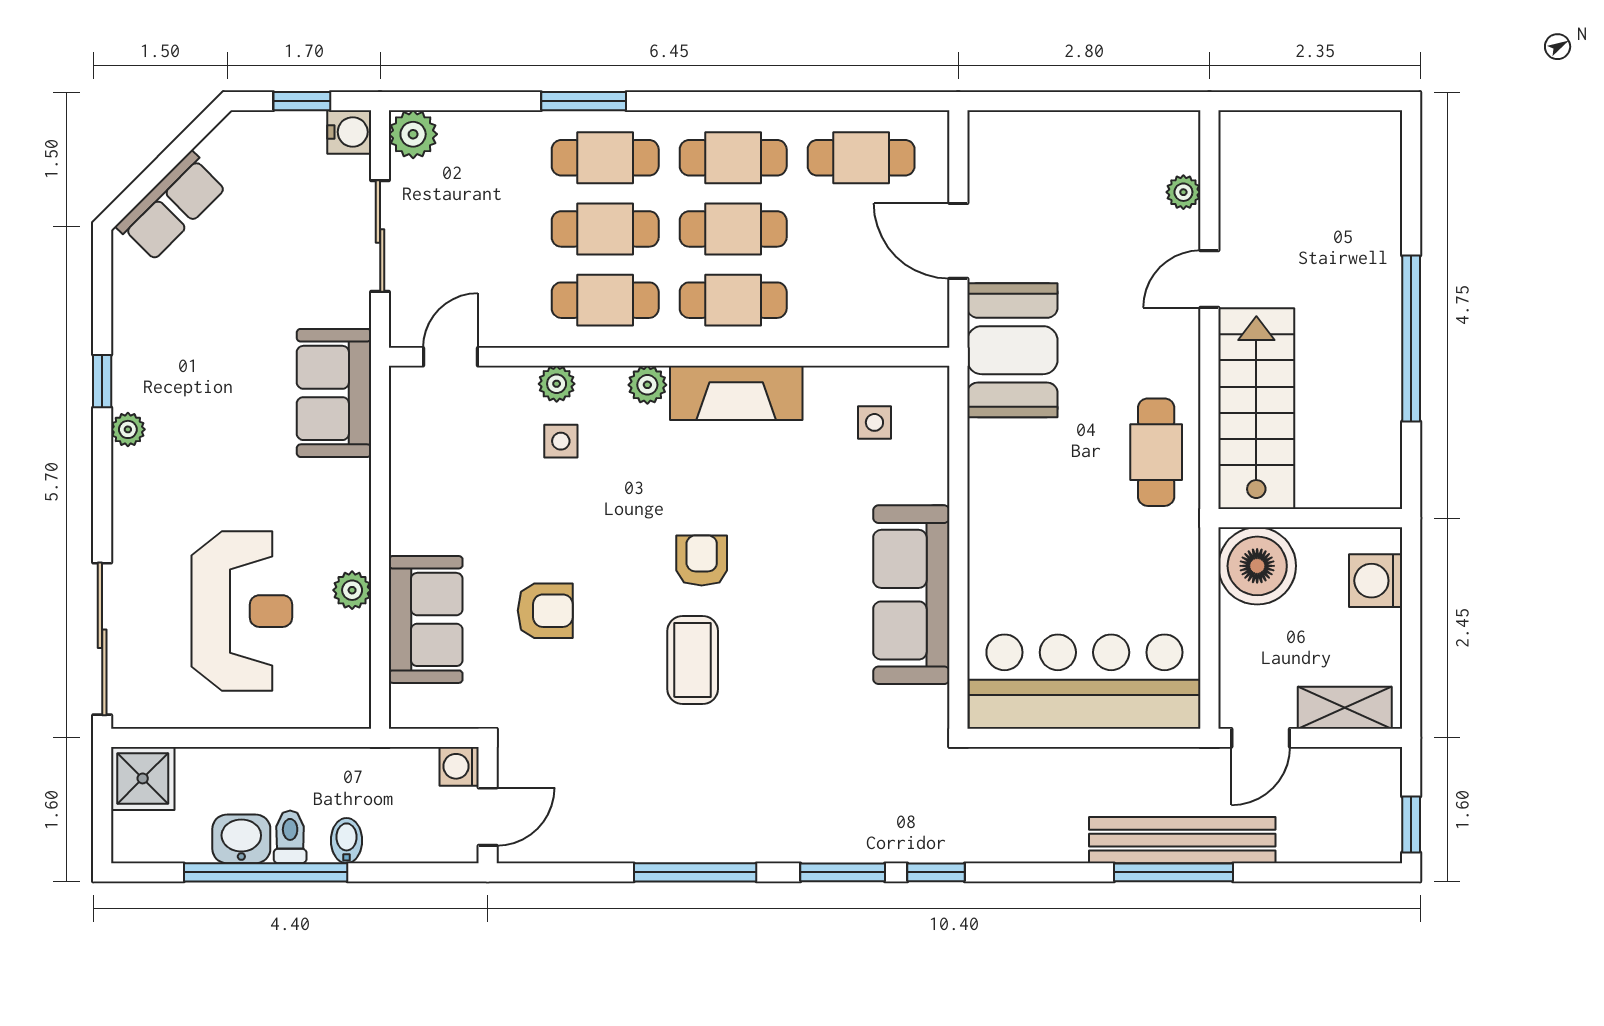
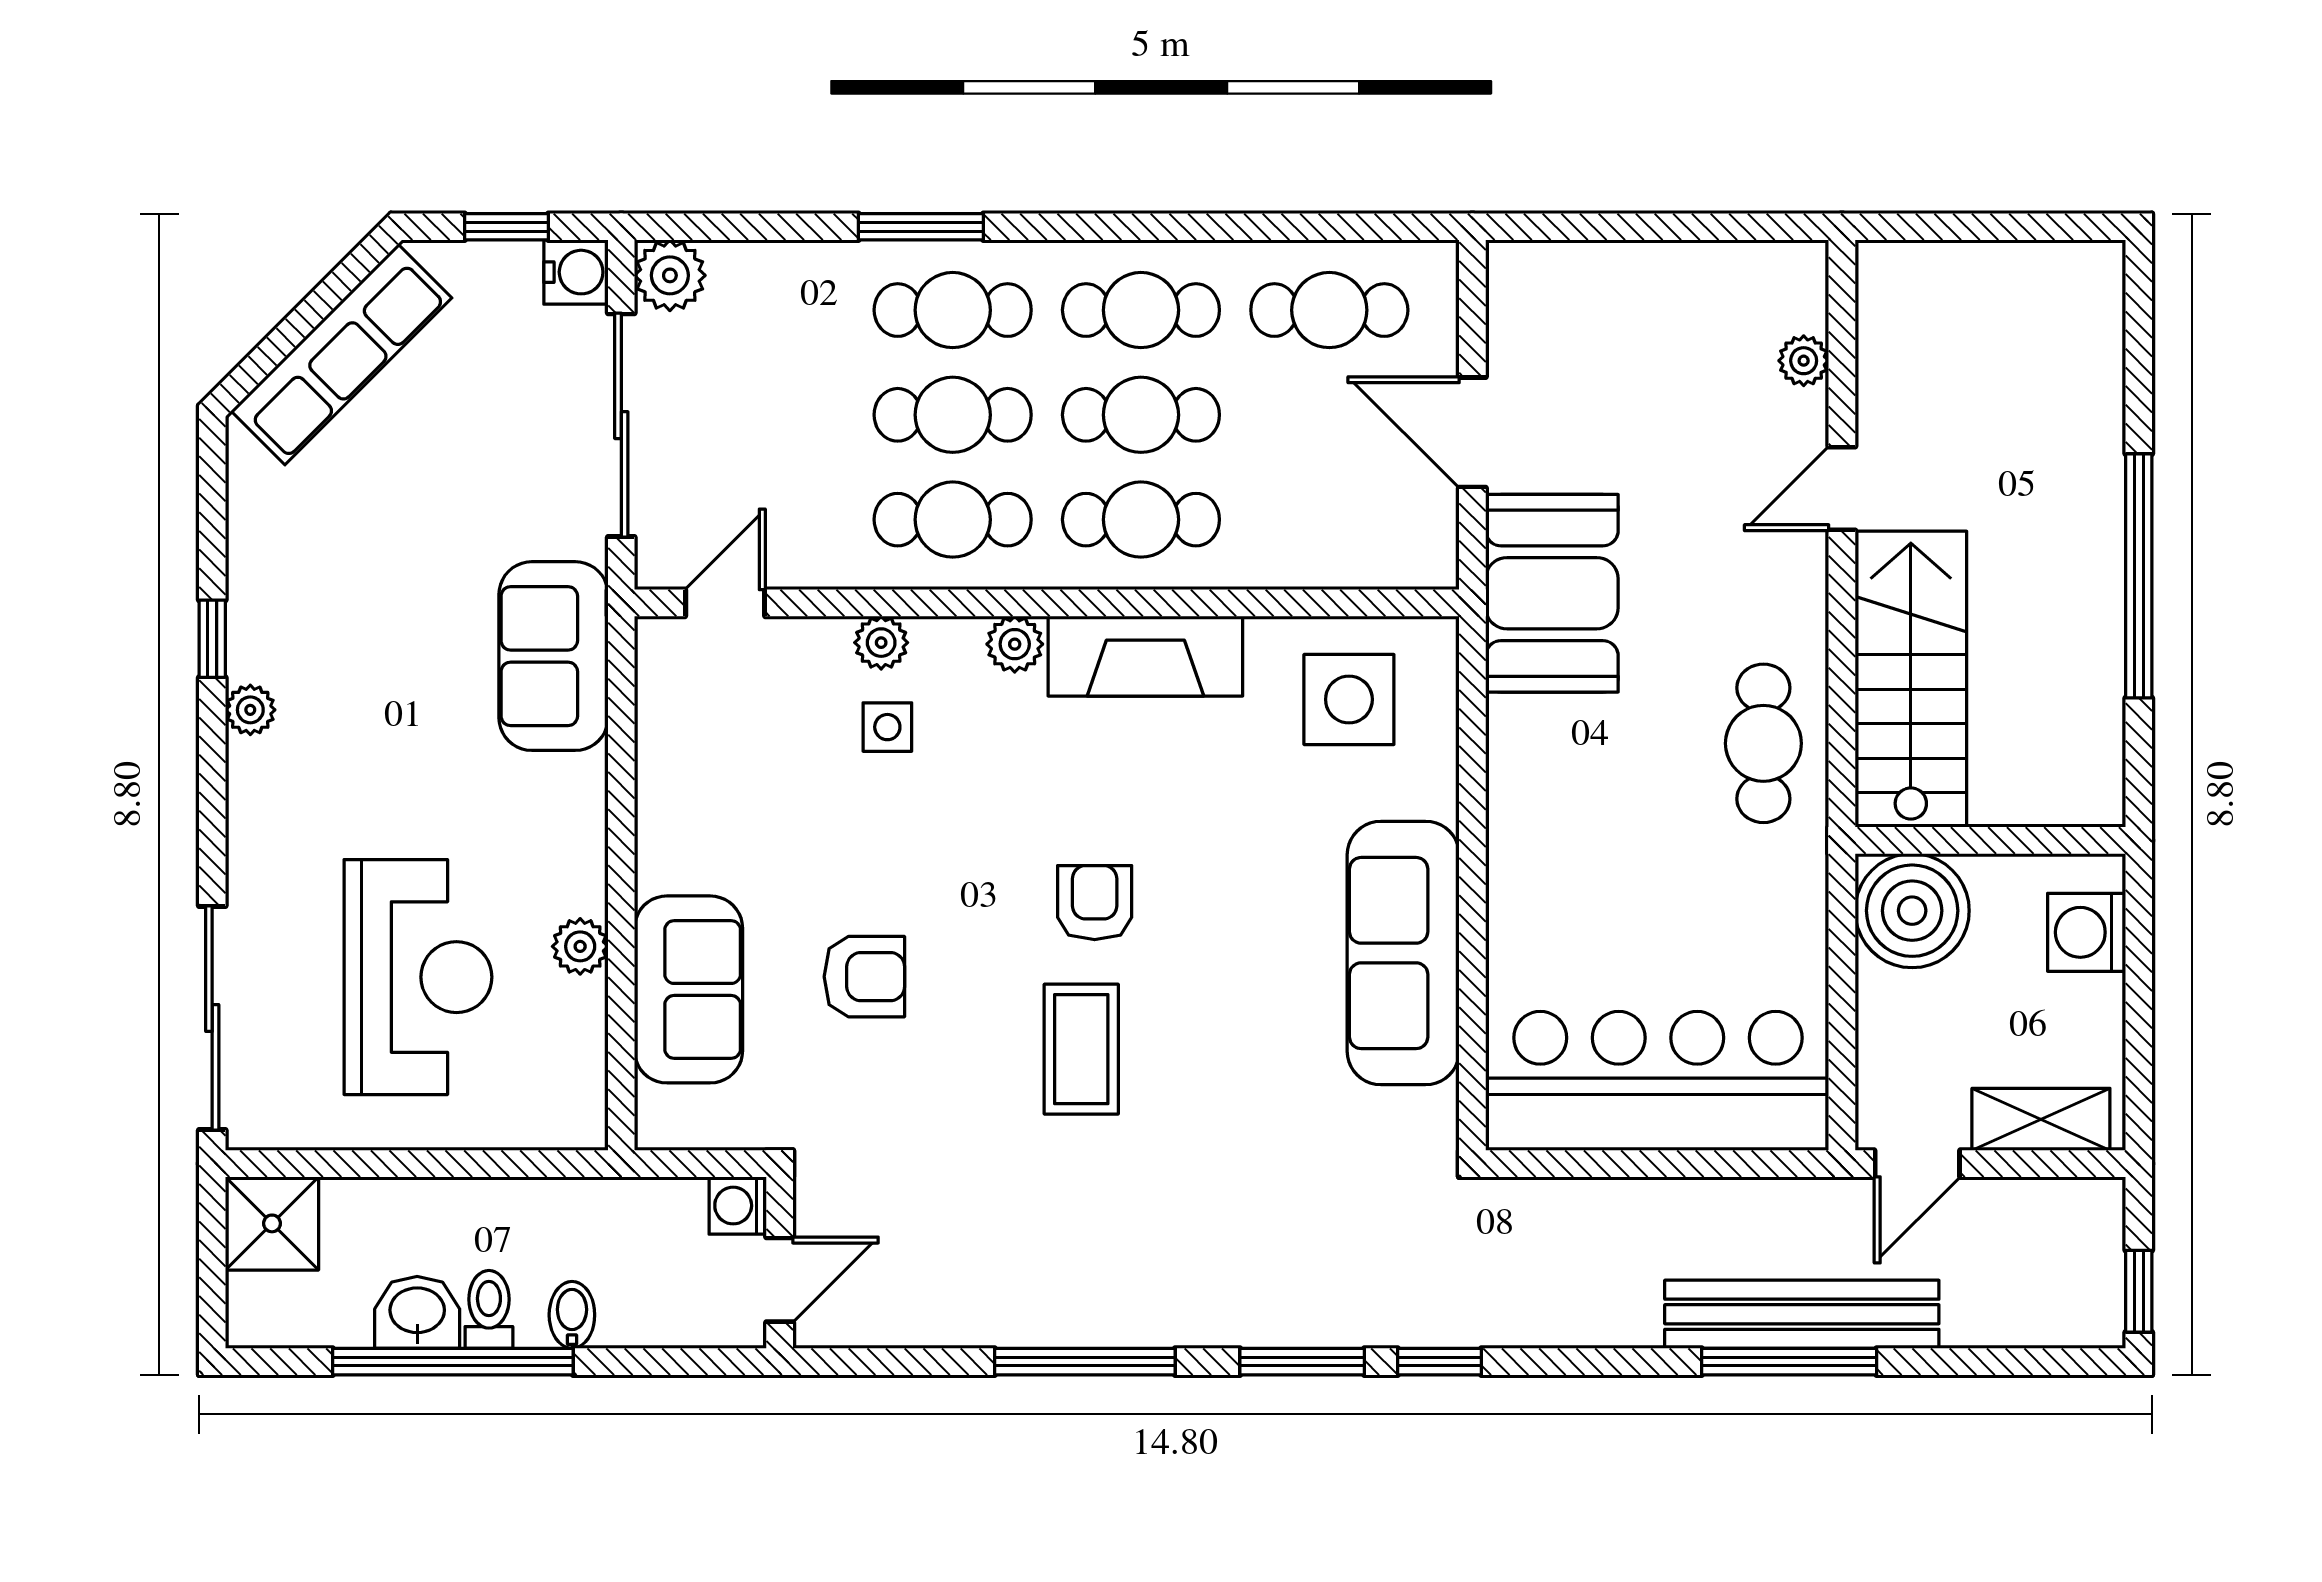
row of seats: (171, 206) -> (341, 354), width x1.48
sliding door: (380, 236) -> (621, 425), width x1.37
side table: (874, 422) -> (1349, 699), width x1.87, depth x1.87

